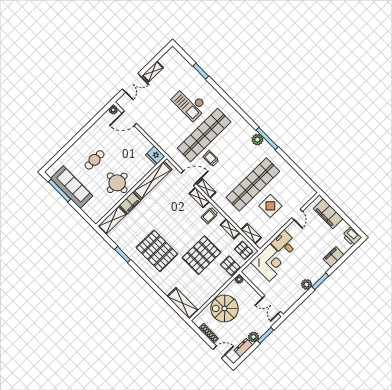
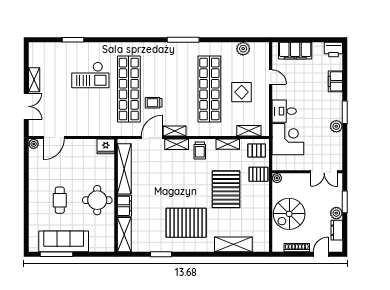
plant: (257, 140) -> (243, 49), moved
shelving: (183, 303) -> (233, 244), moved

